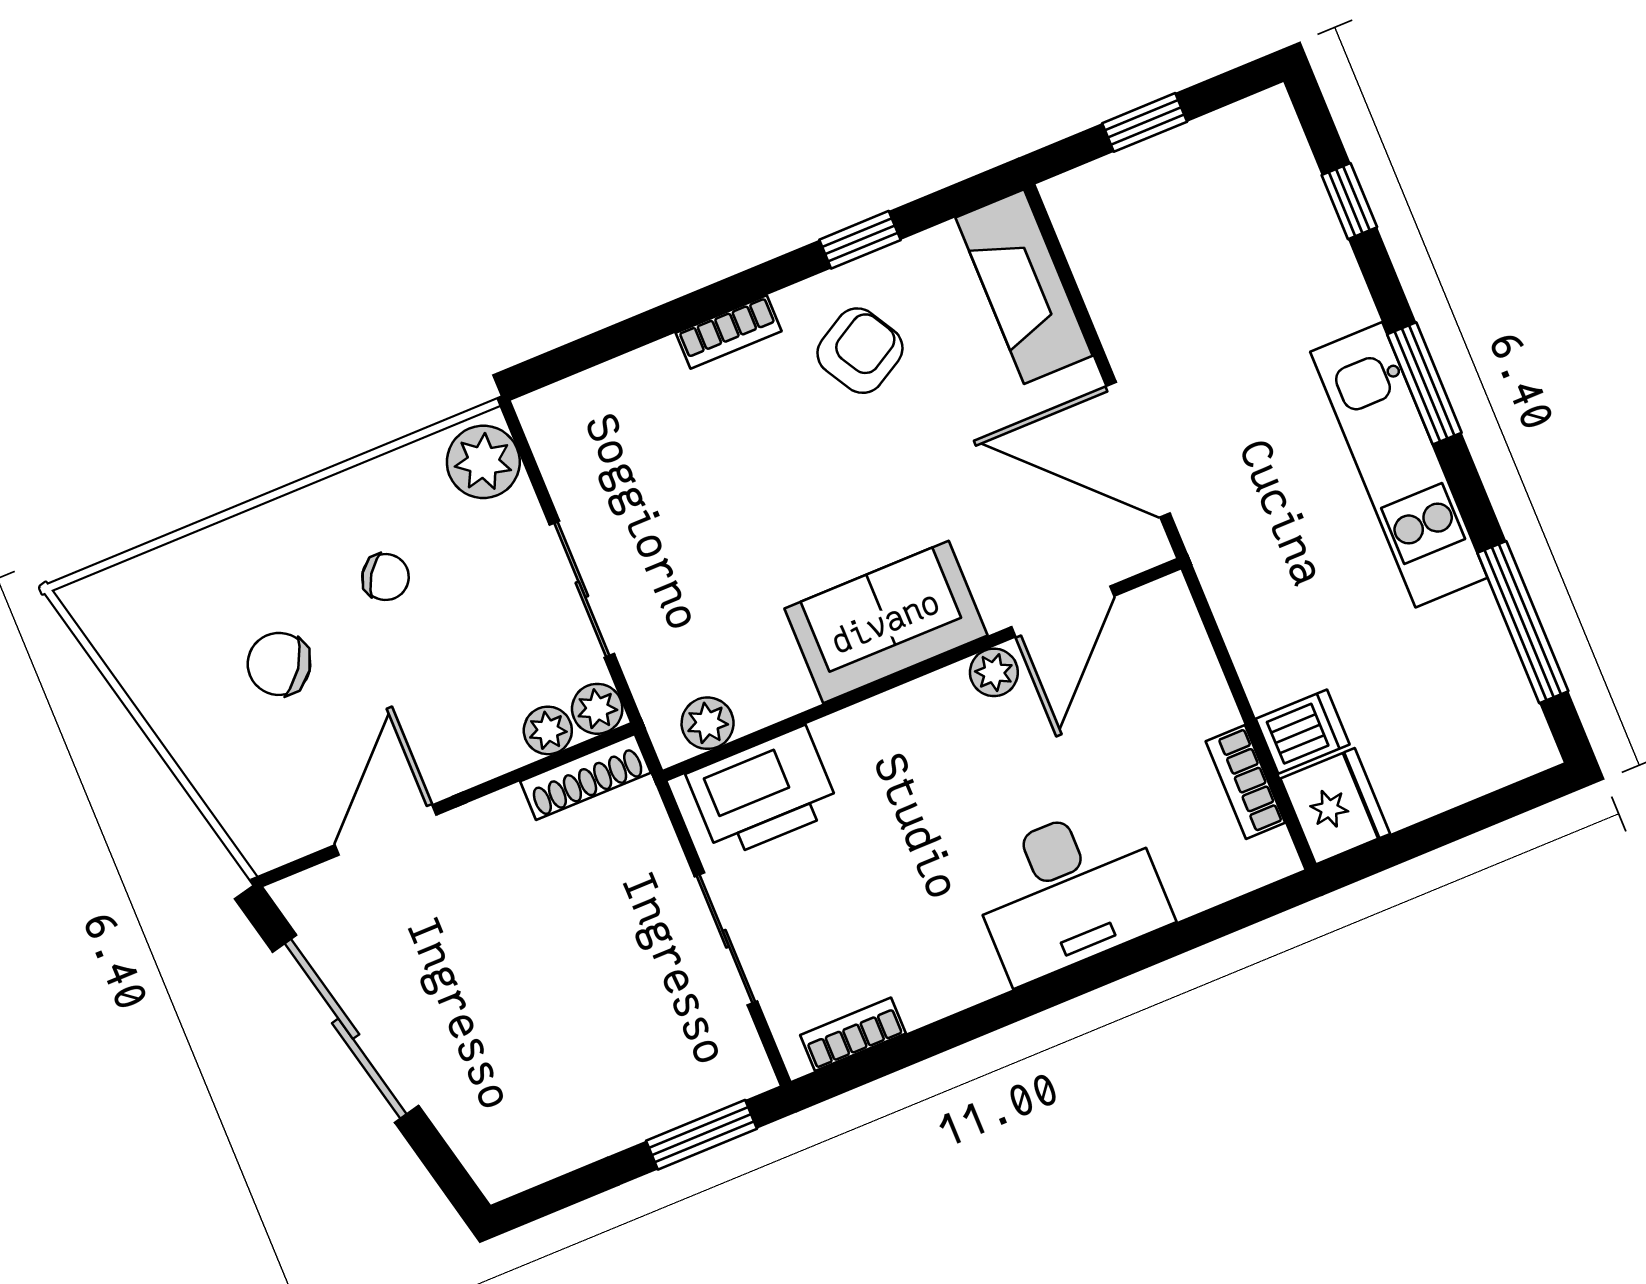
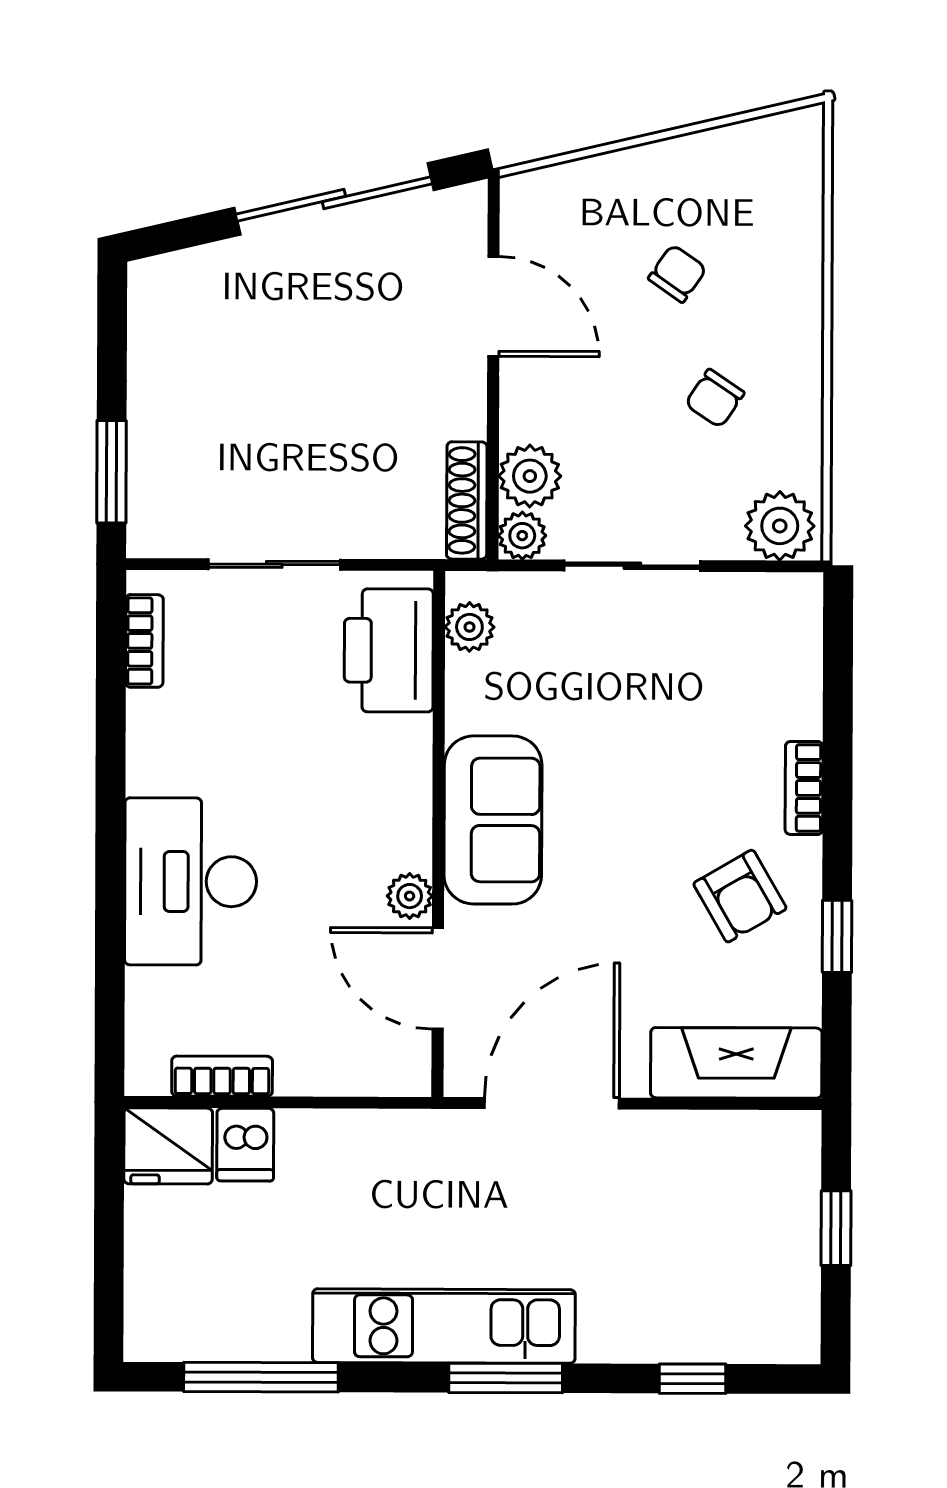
chair: (279, 664) -> (677, 274), width x0.73, depth x0.73
plant: (548, 730) -> (530, 476), width x1.38, depth x1.38

